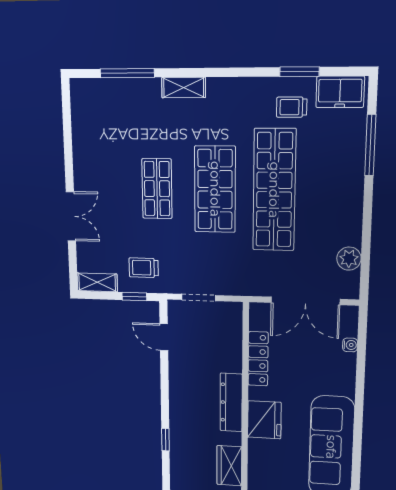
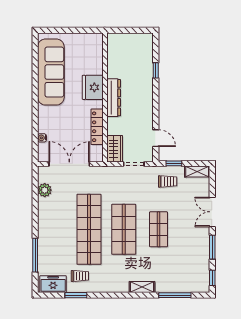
window: (66, 104) -> (212, 278), added
window: (68, 158) -> (212, 247), added
wardrobe: (229, 466) -> (115, 149), moved

